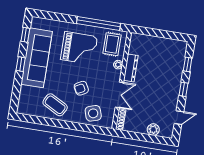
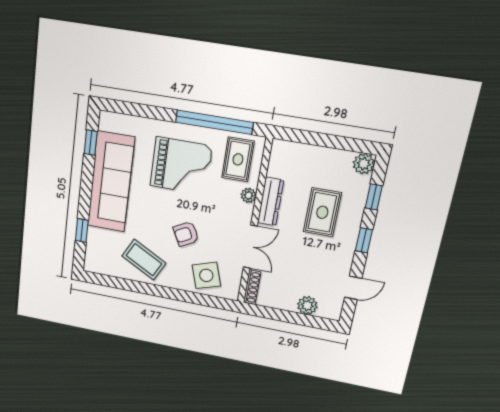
plant: (181, 46) -> (364, 164), added
window: (21, 64) -> (82, 230), moved
rug: (160, 74) -> (322, 212), added

